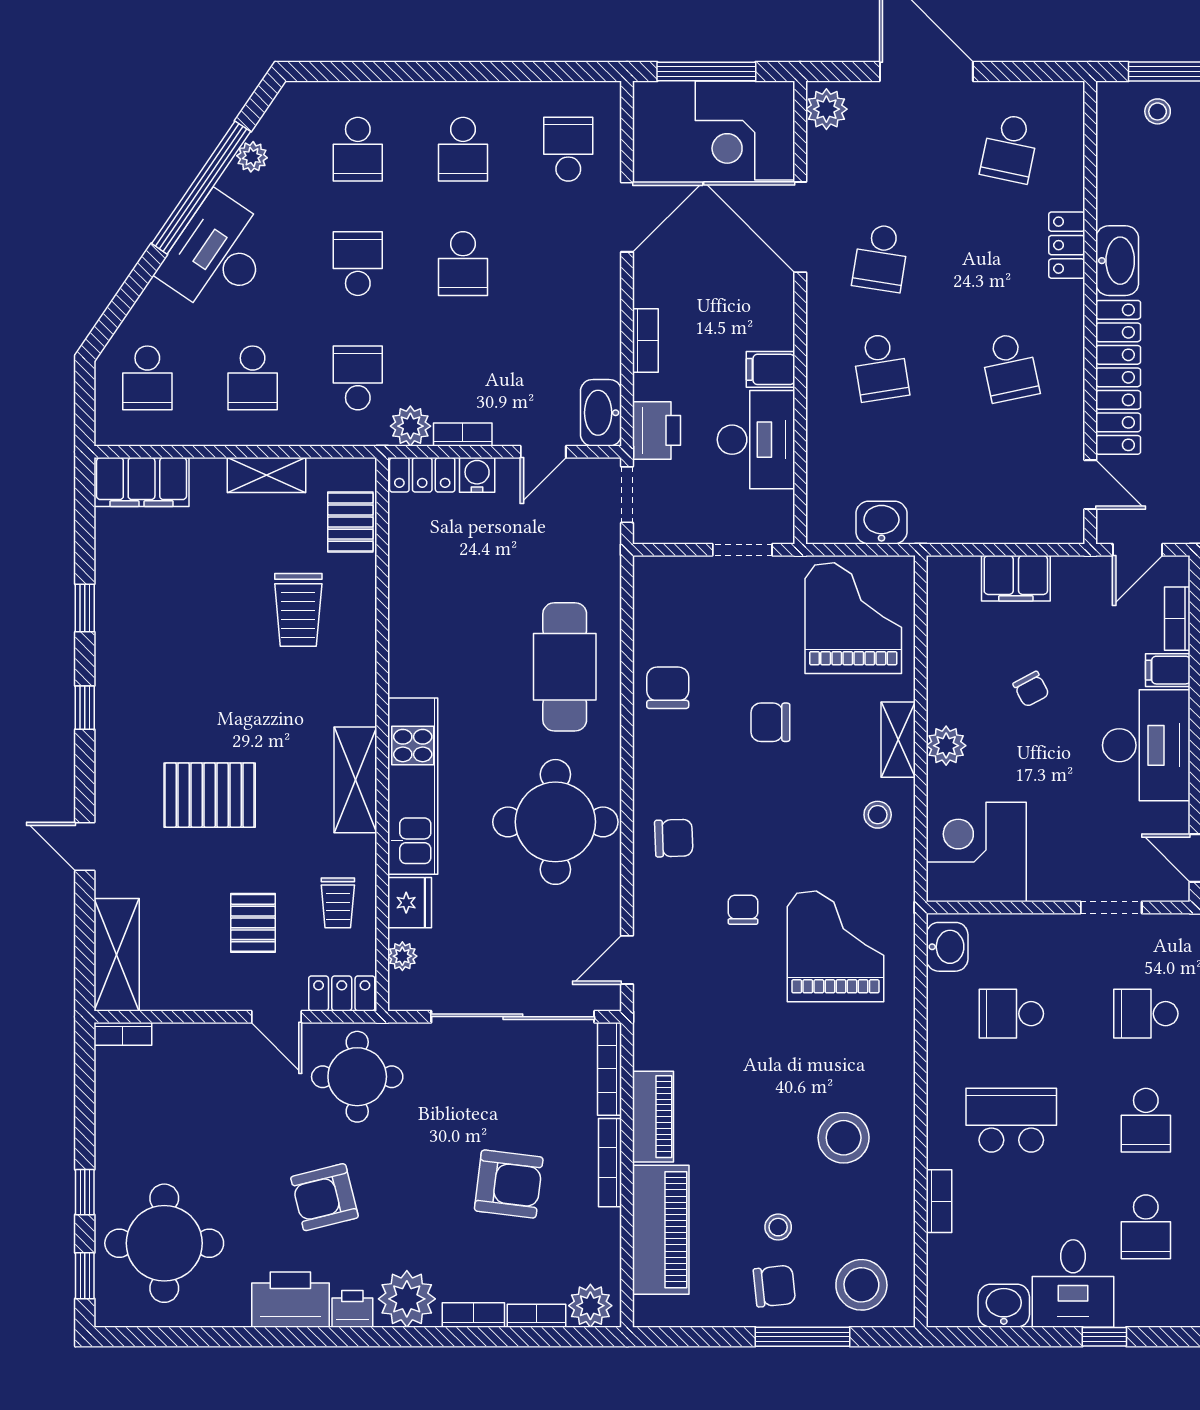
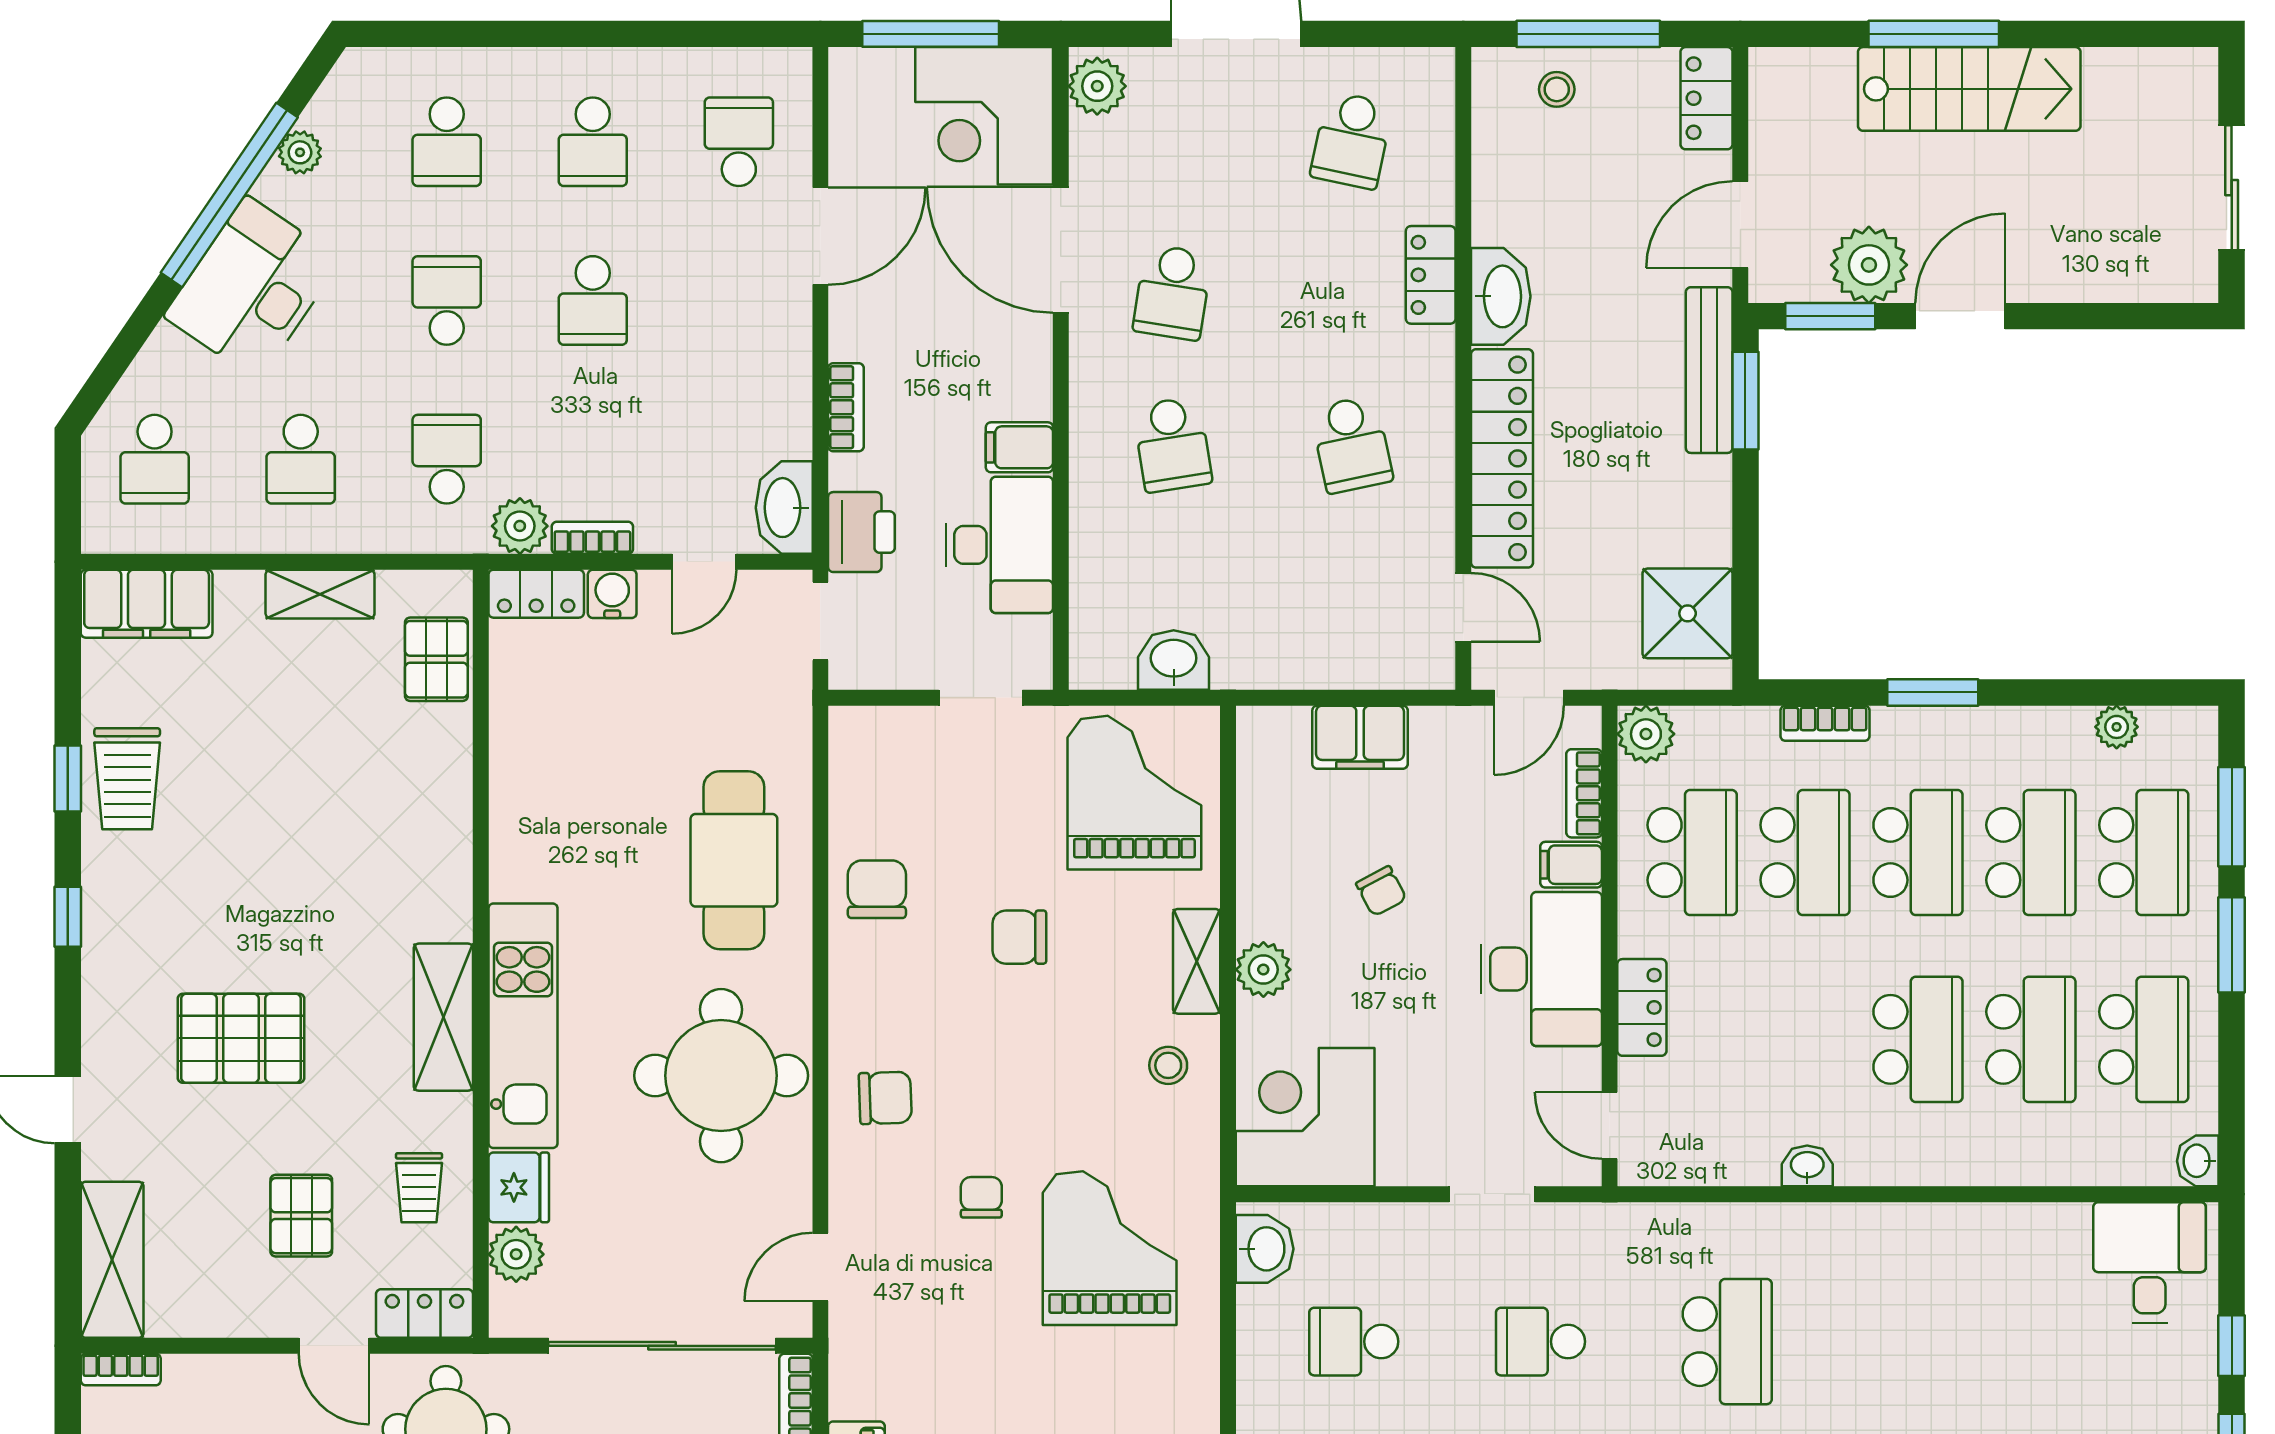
trolley: (298, 610) -> (127, 779), moved
plant: (402, 956) -> (516, 1254), width x1.38, depth x1.38

